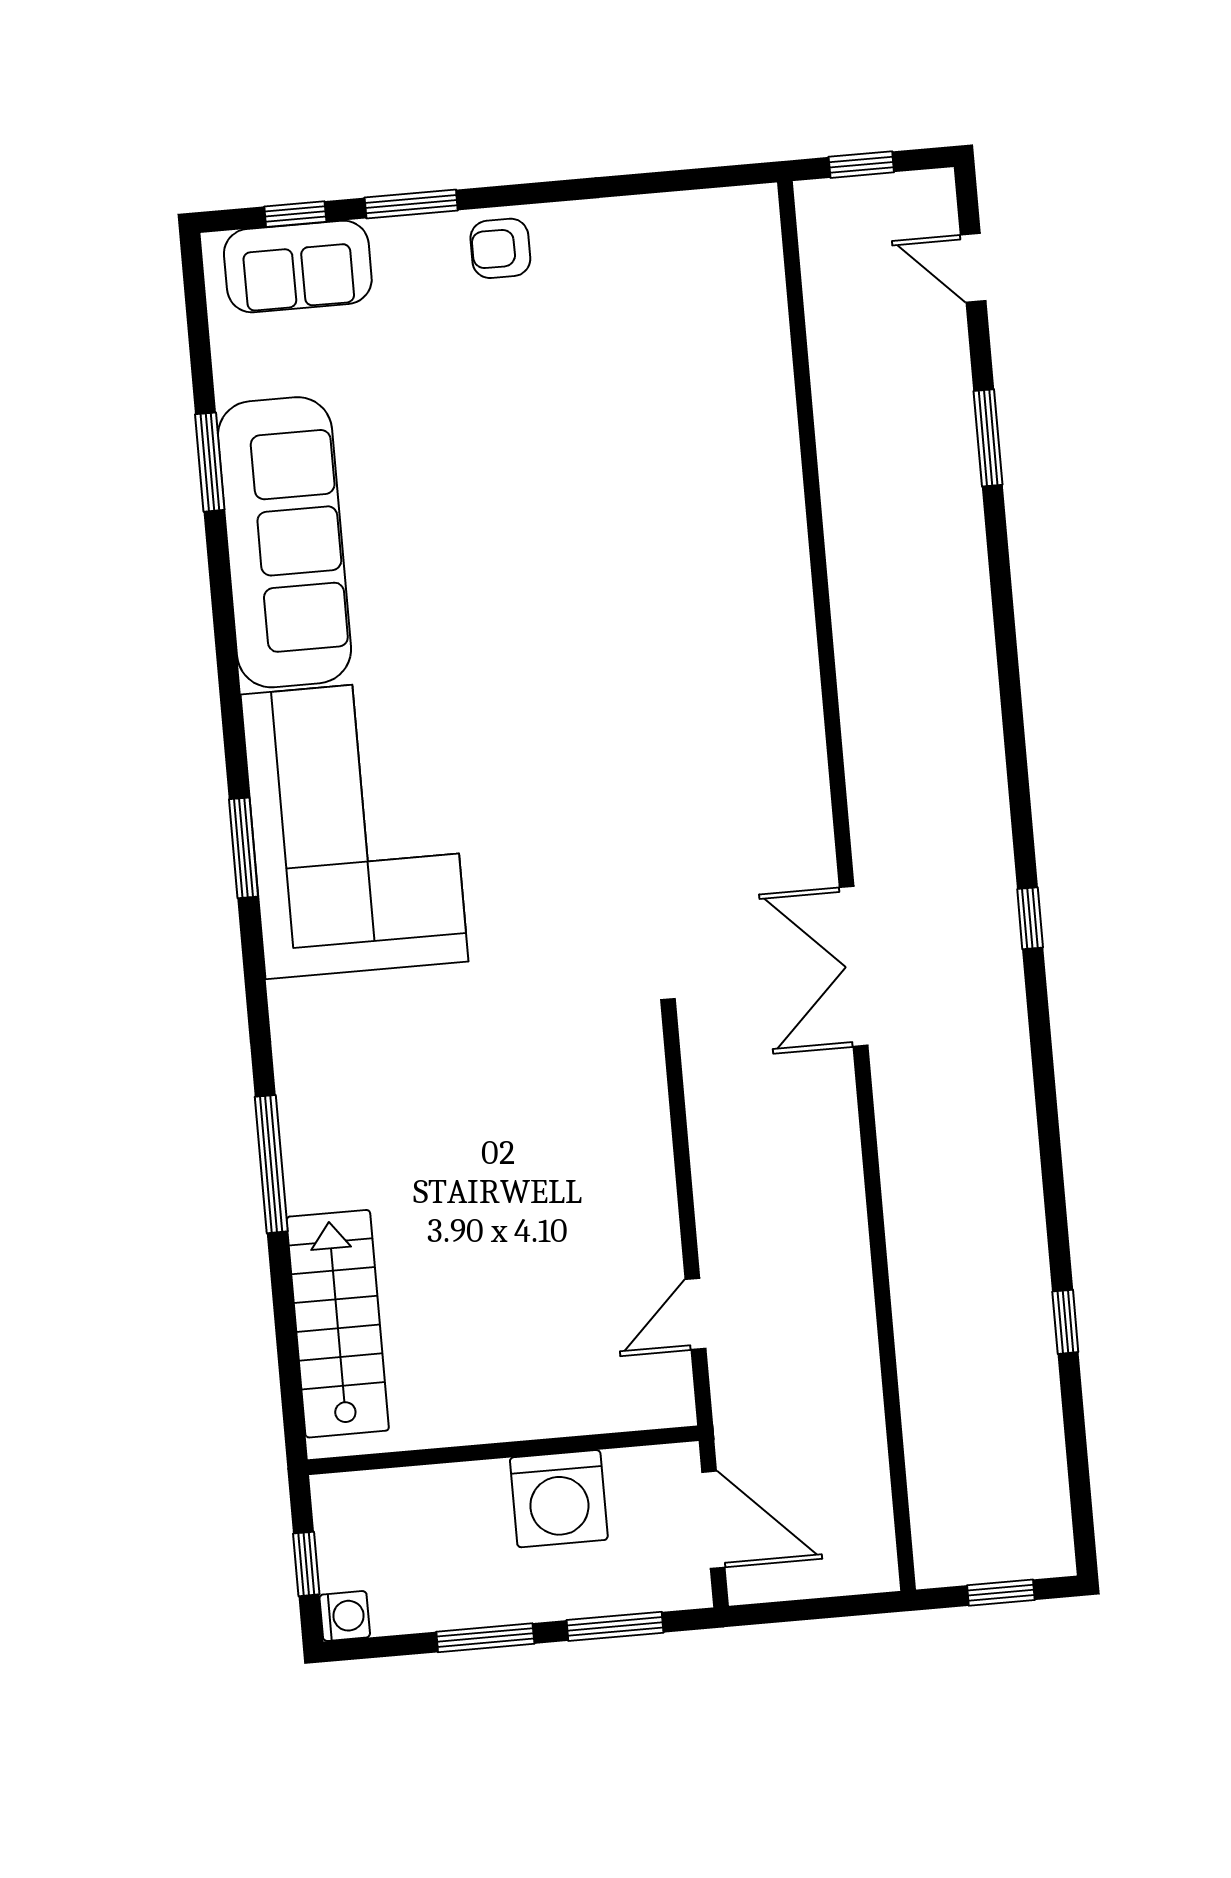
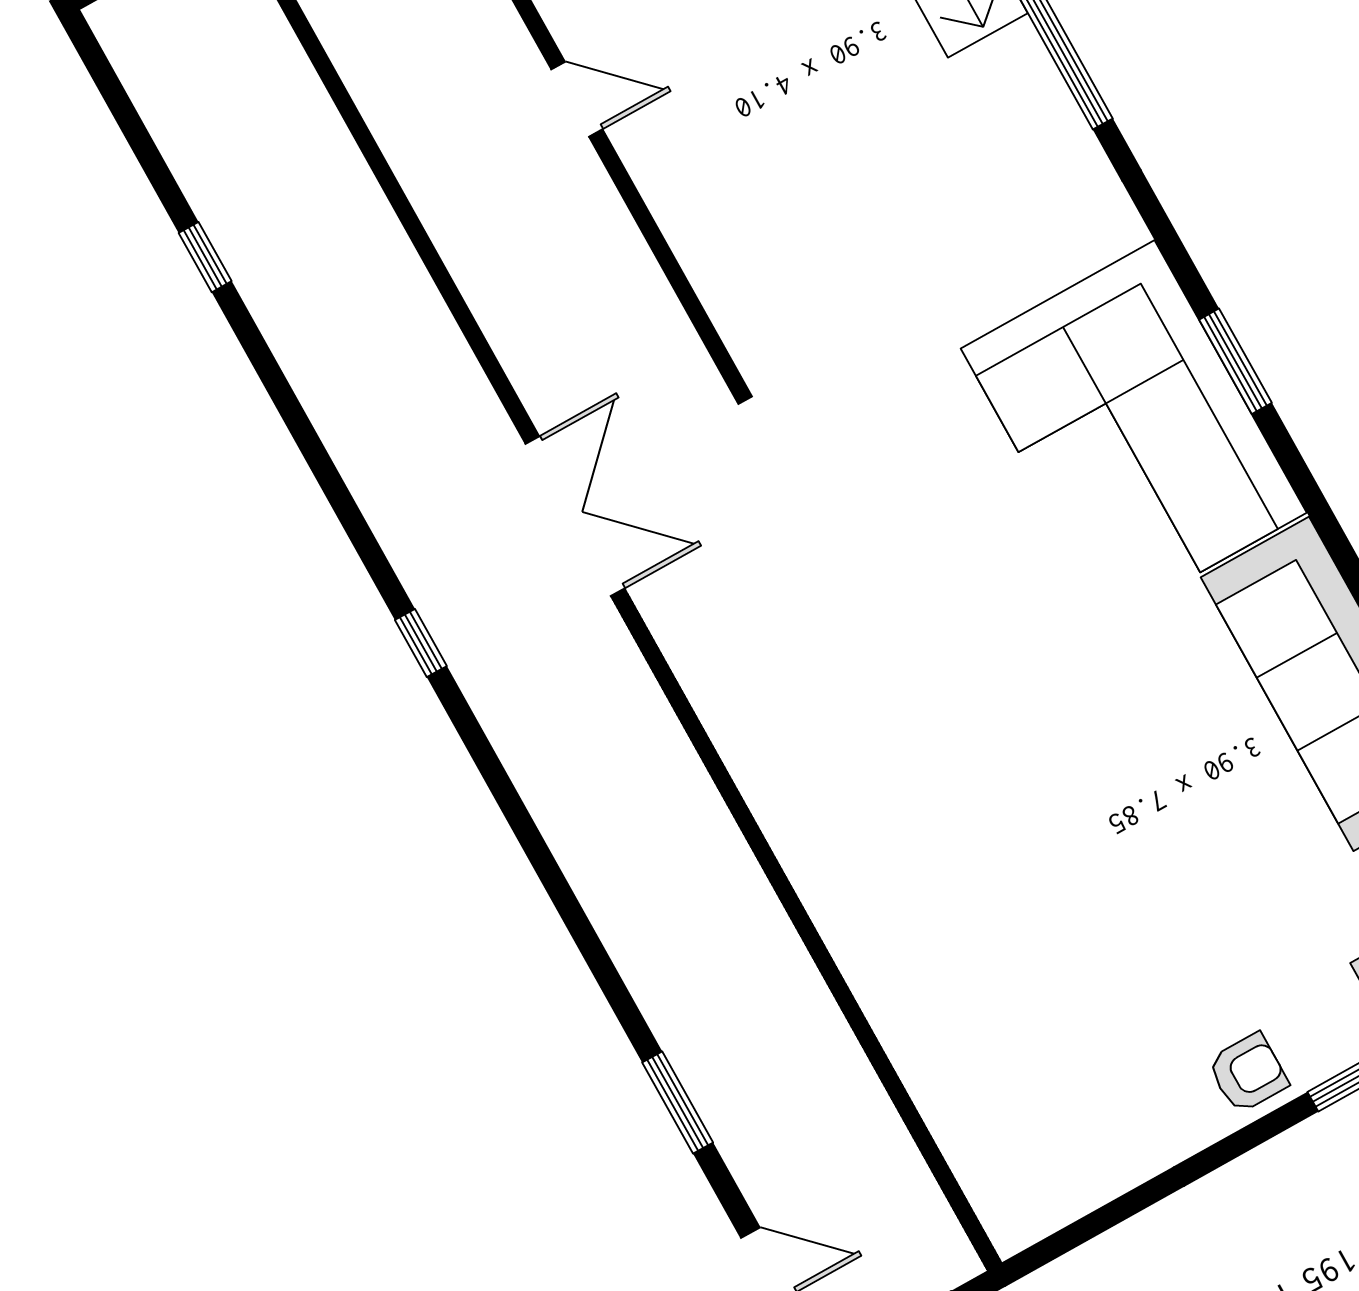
door: (695, 1314) -> (577, 99), hinge flipped

